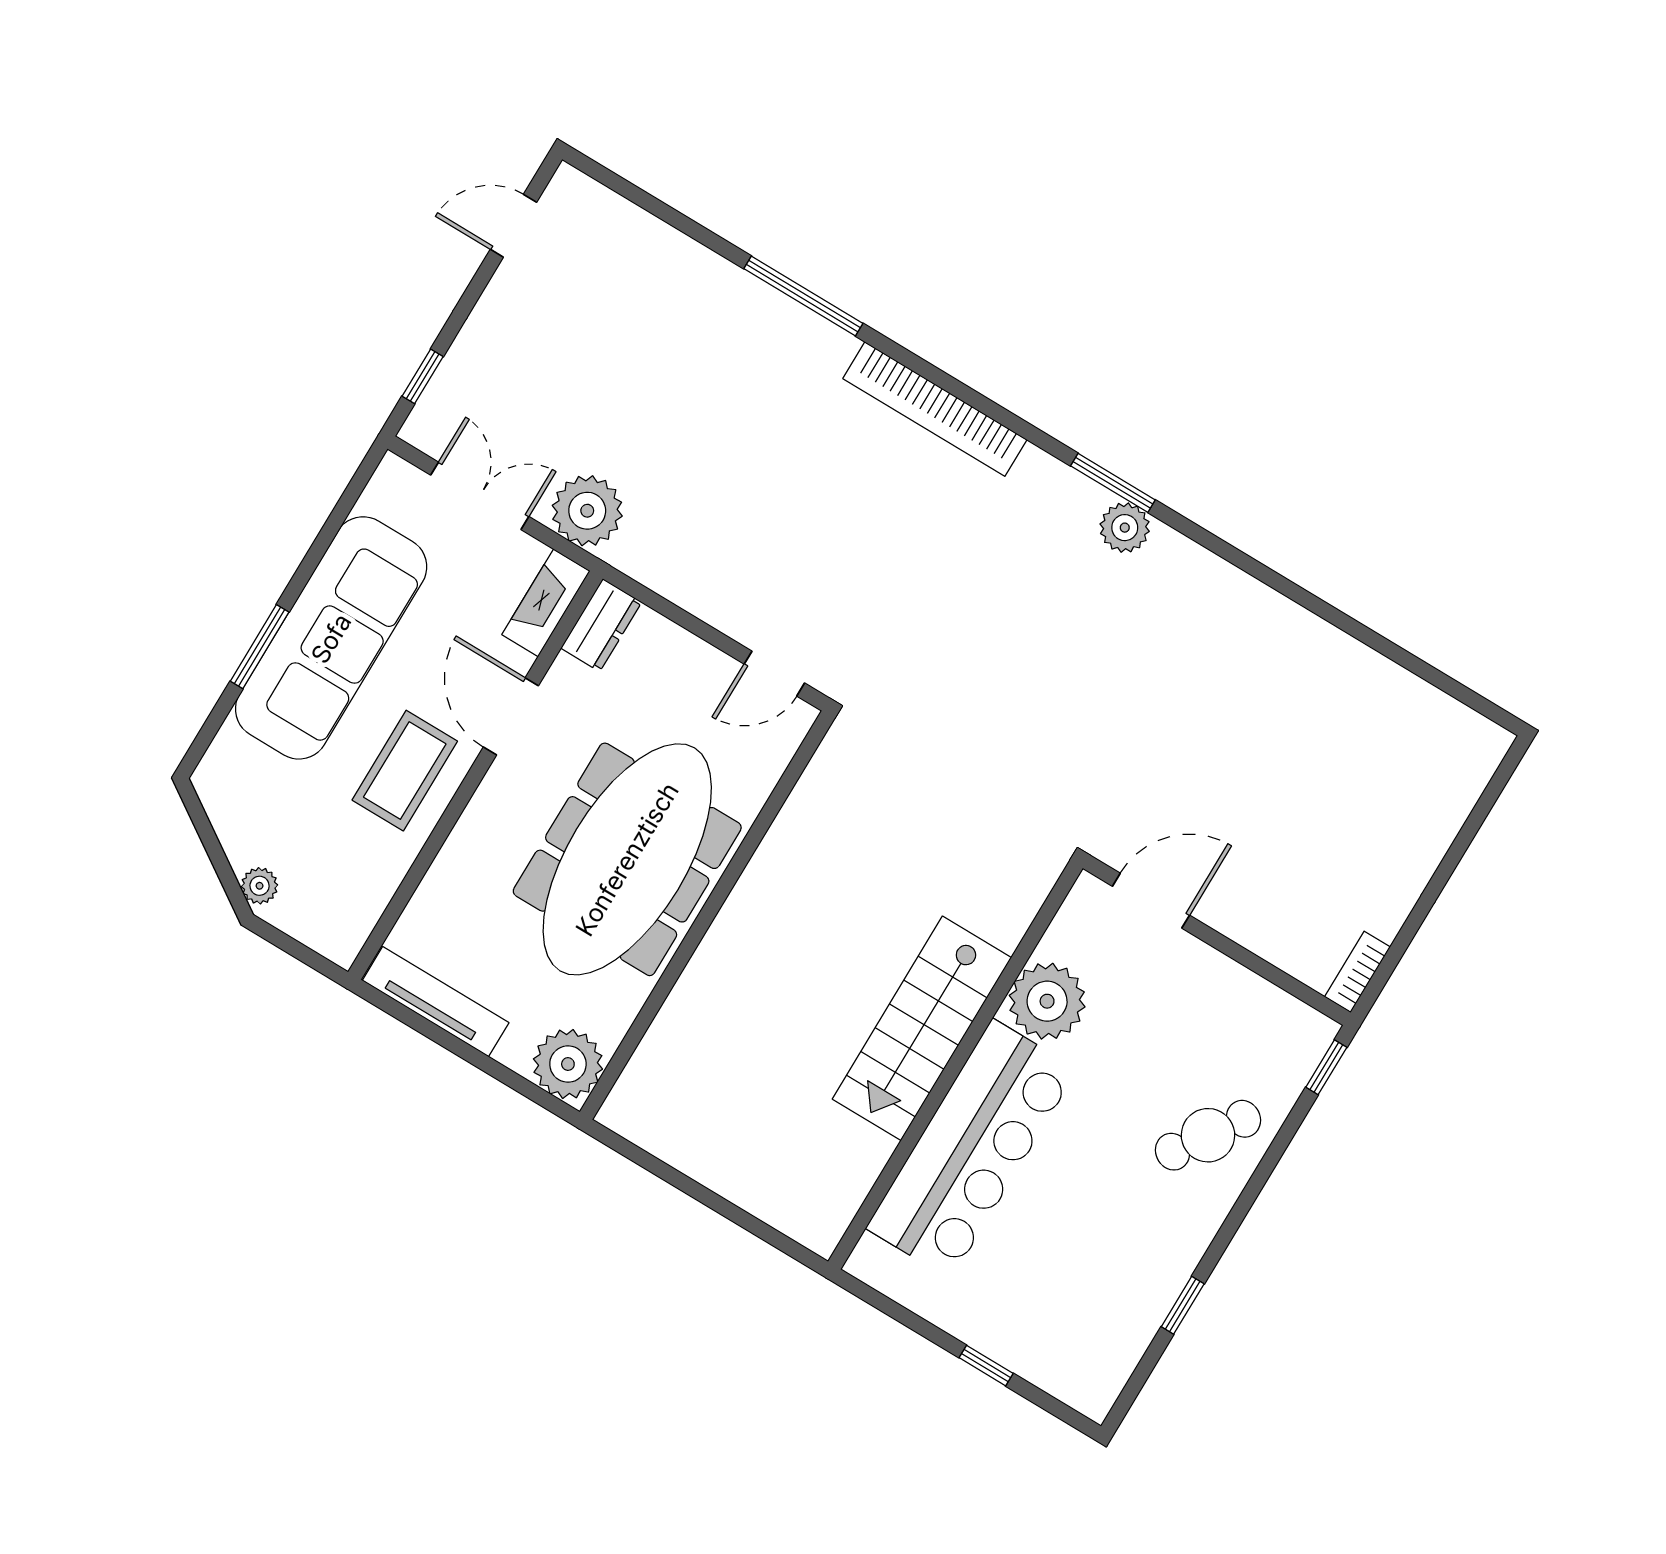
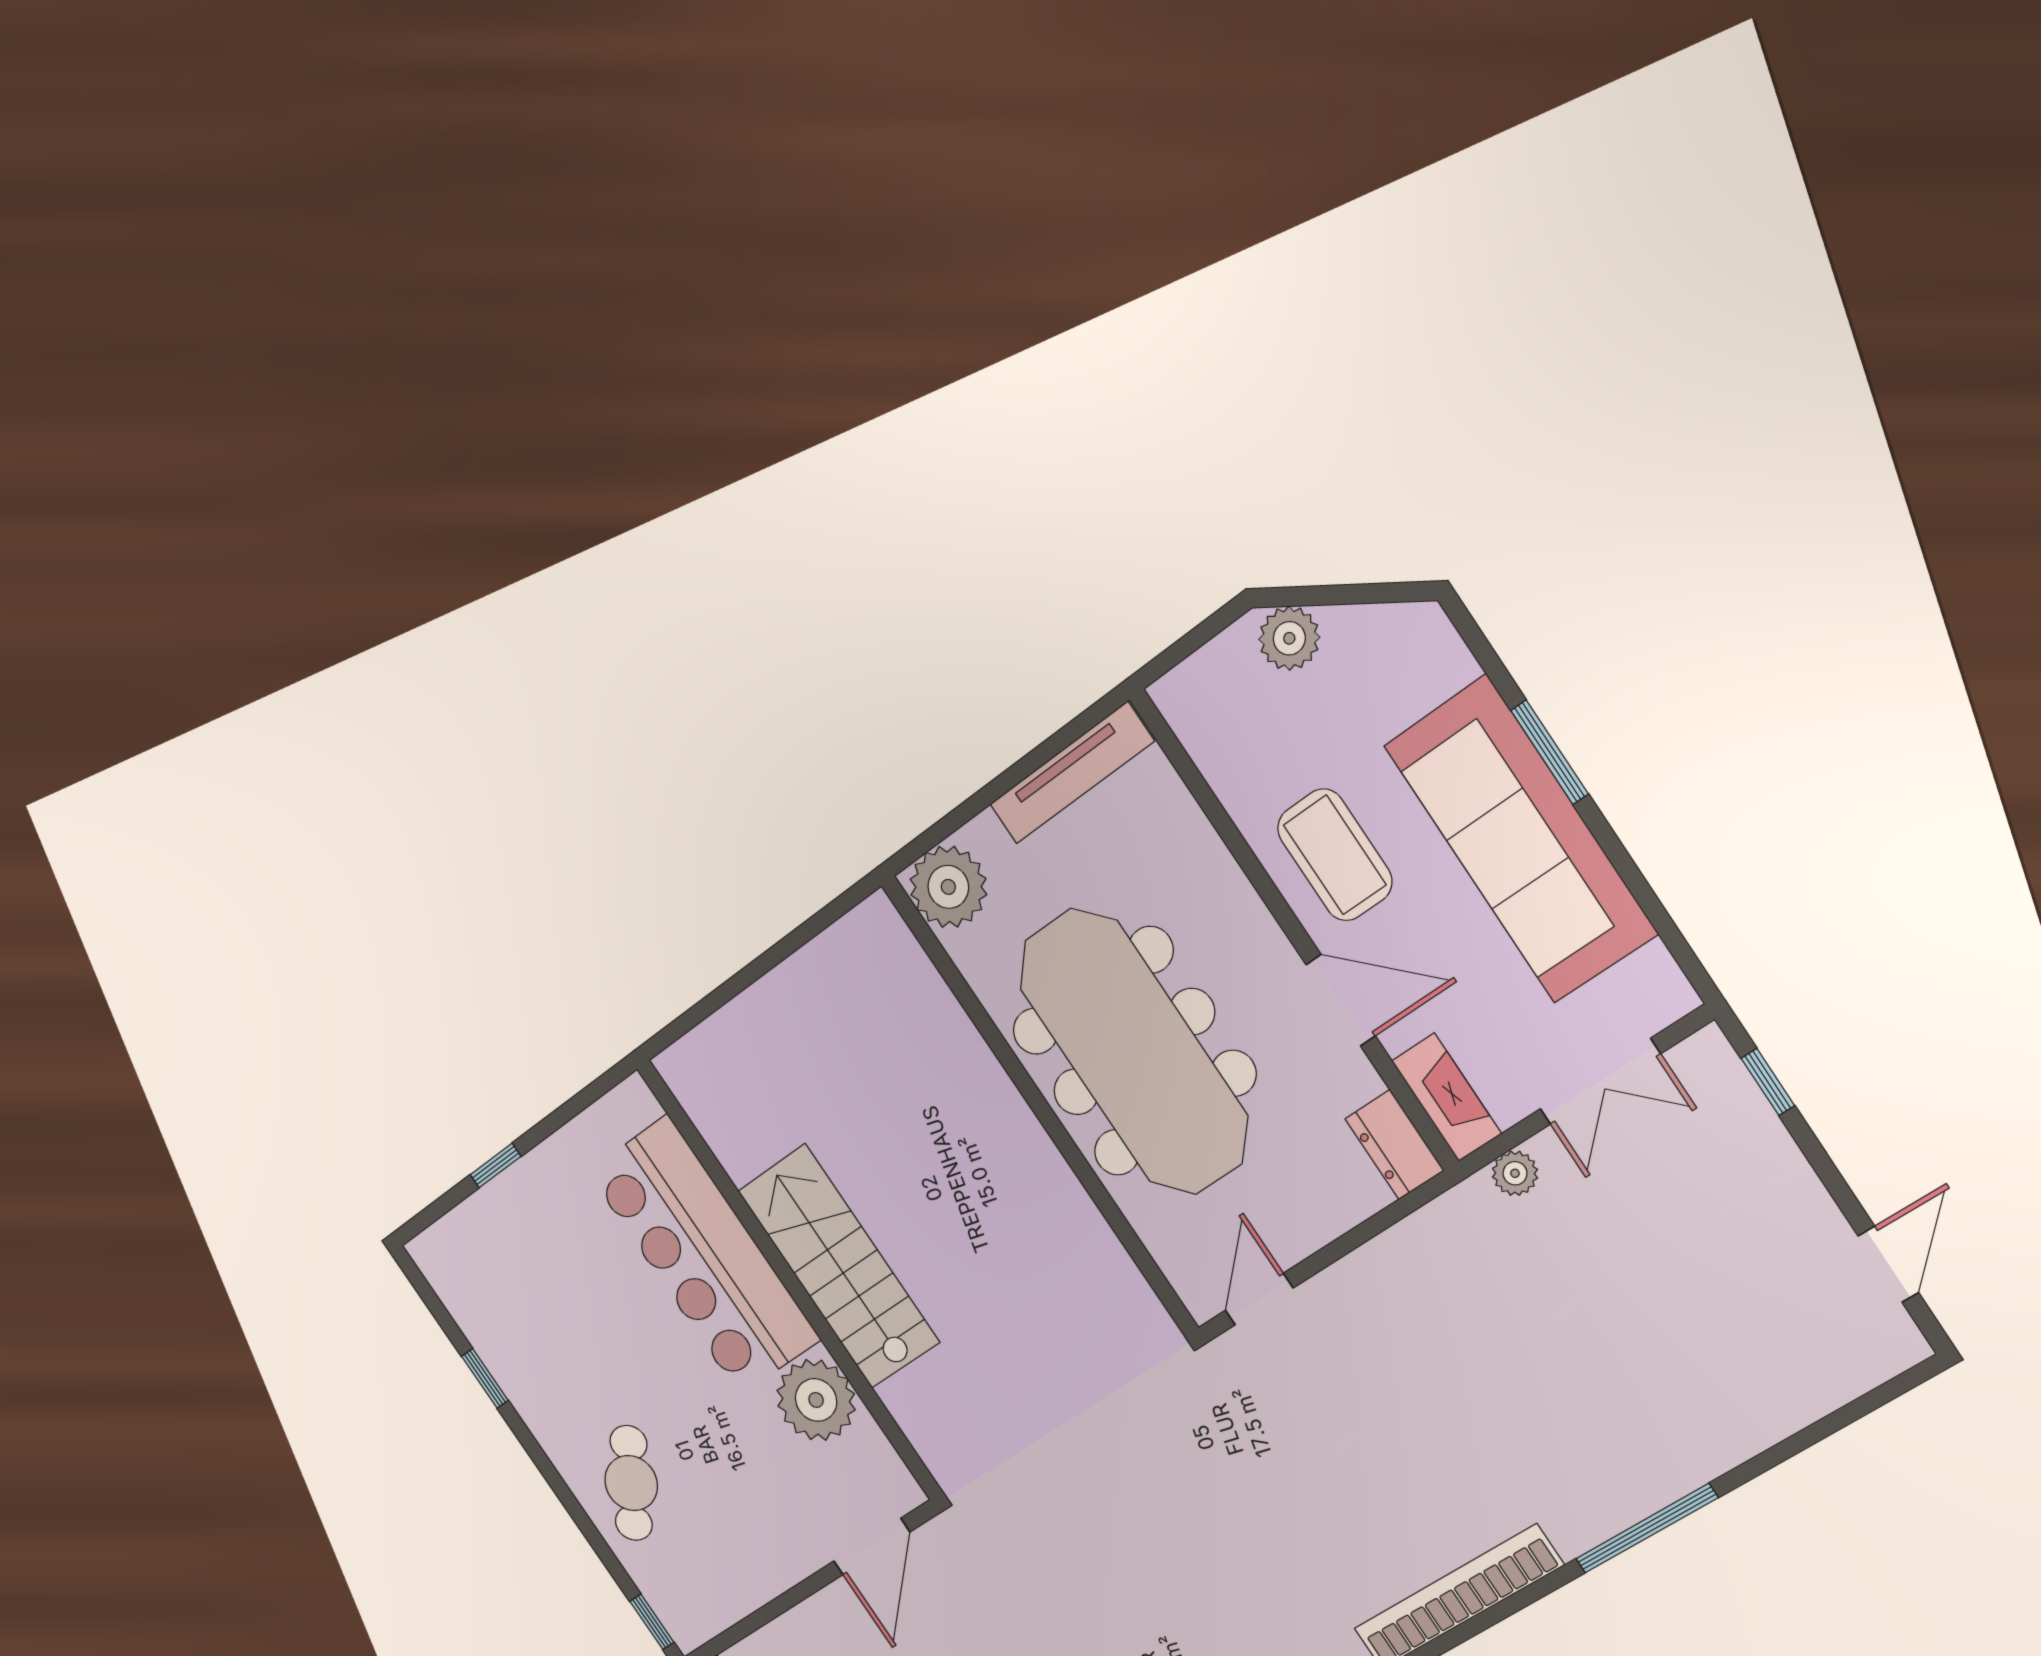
plant: (587, 511) -> (1515, 1173), width x0.53, depth x0.53
plant: (260, 886) -> (1289, 638), width x1.38, depth x1.38

